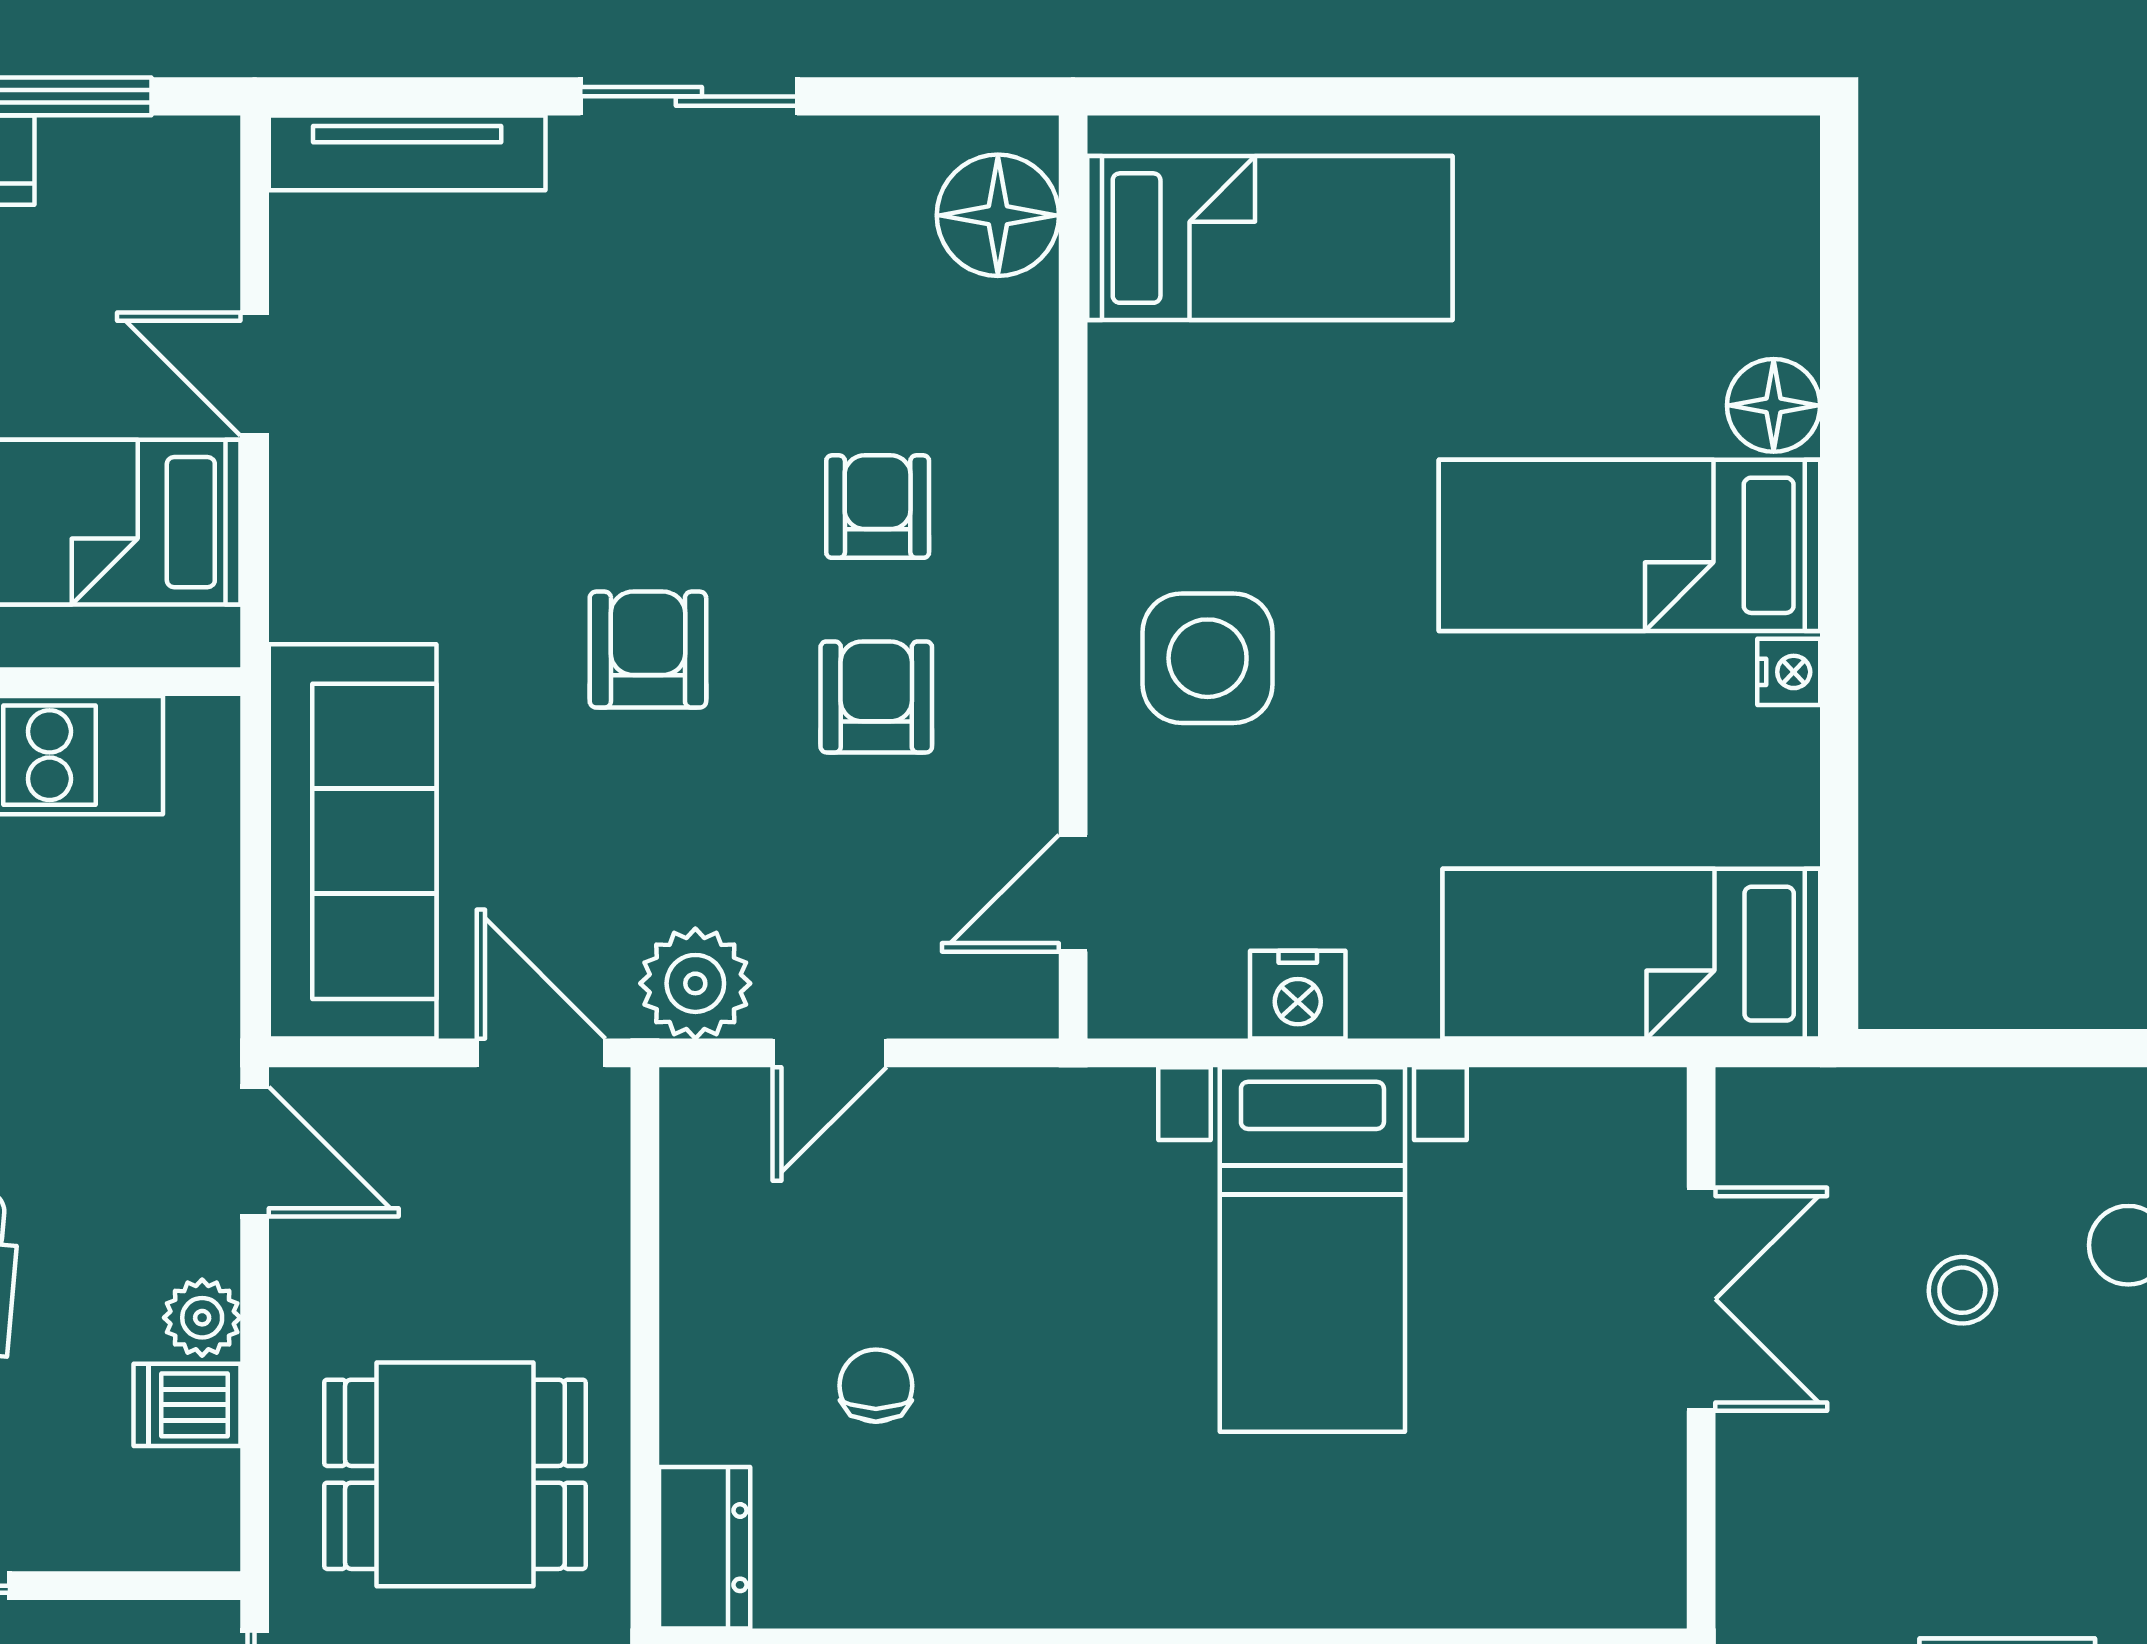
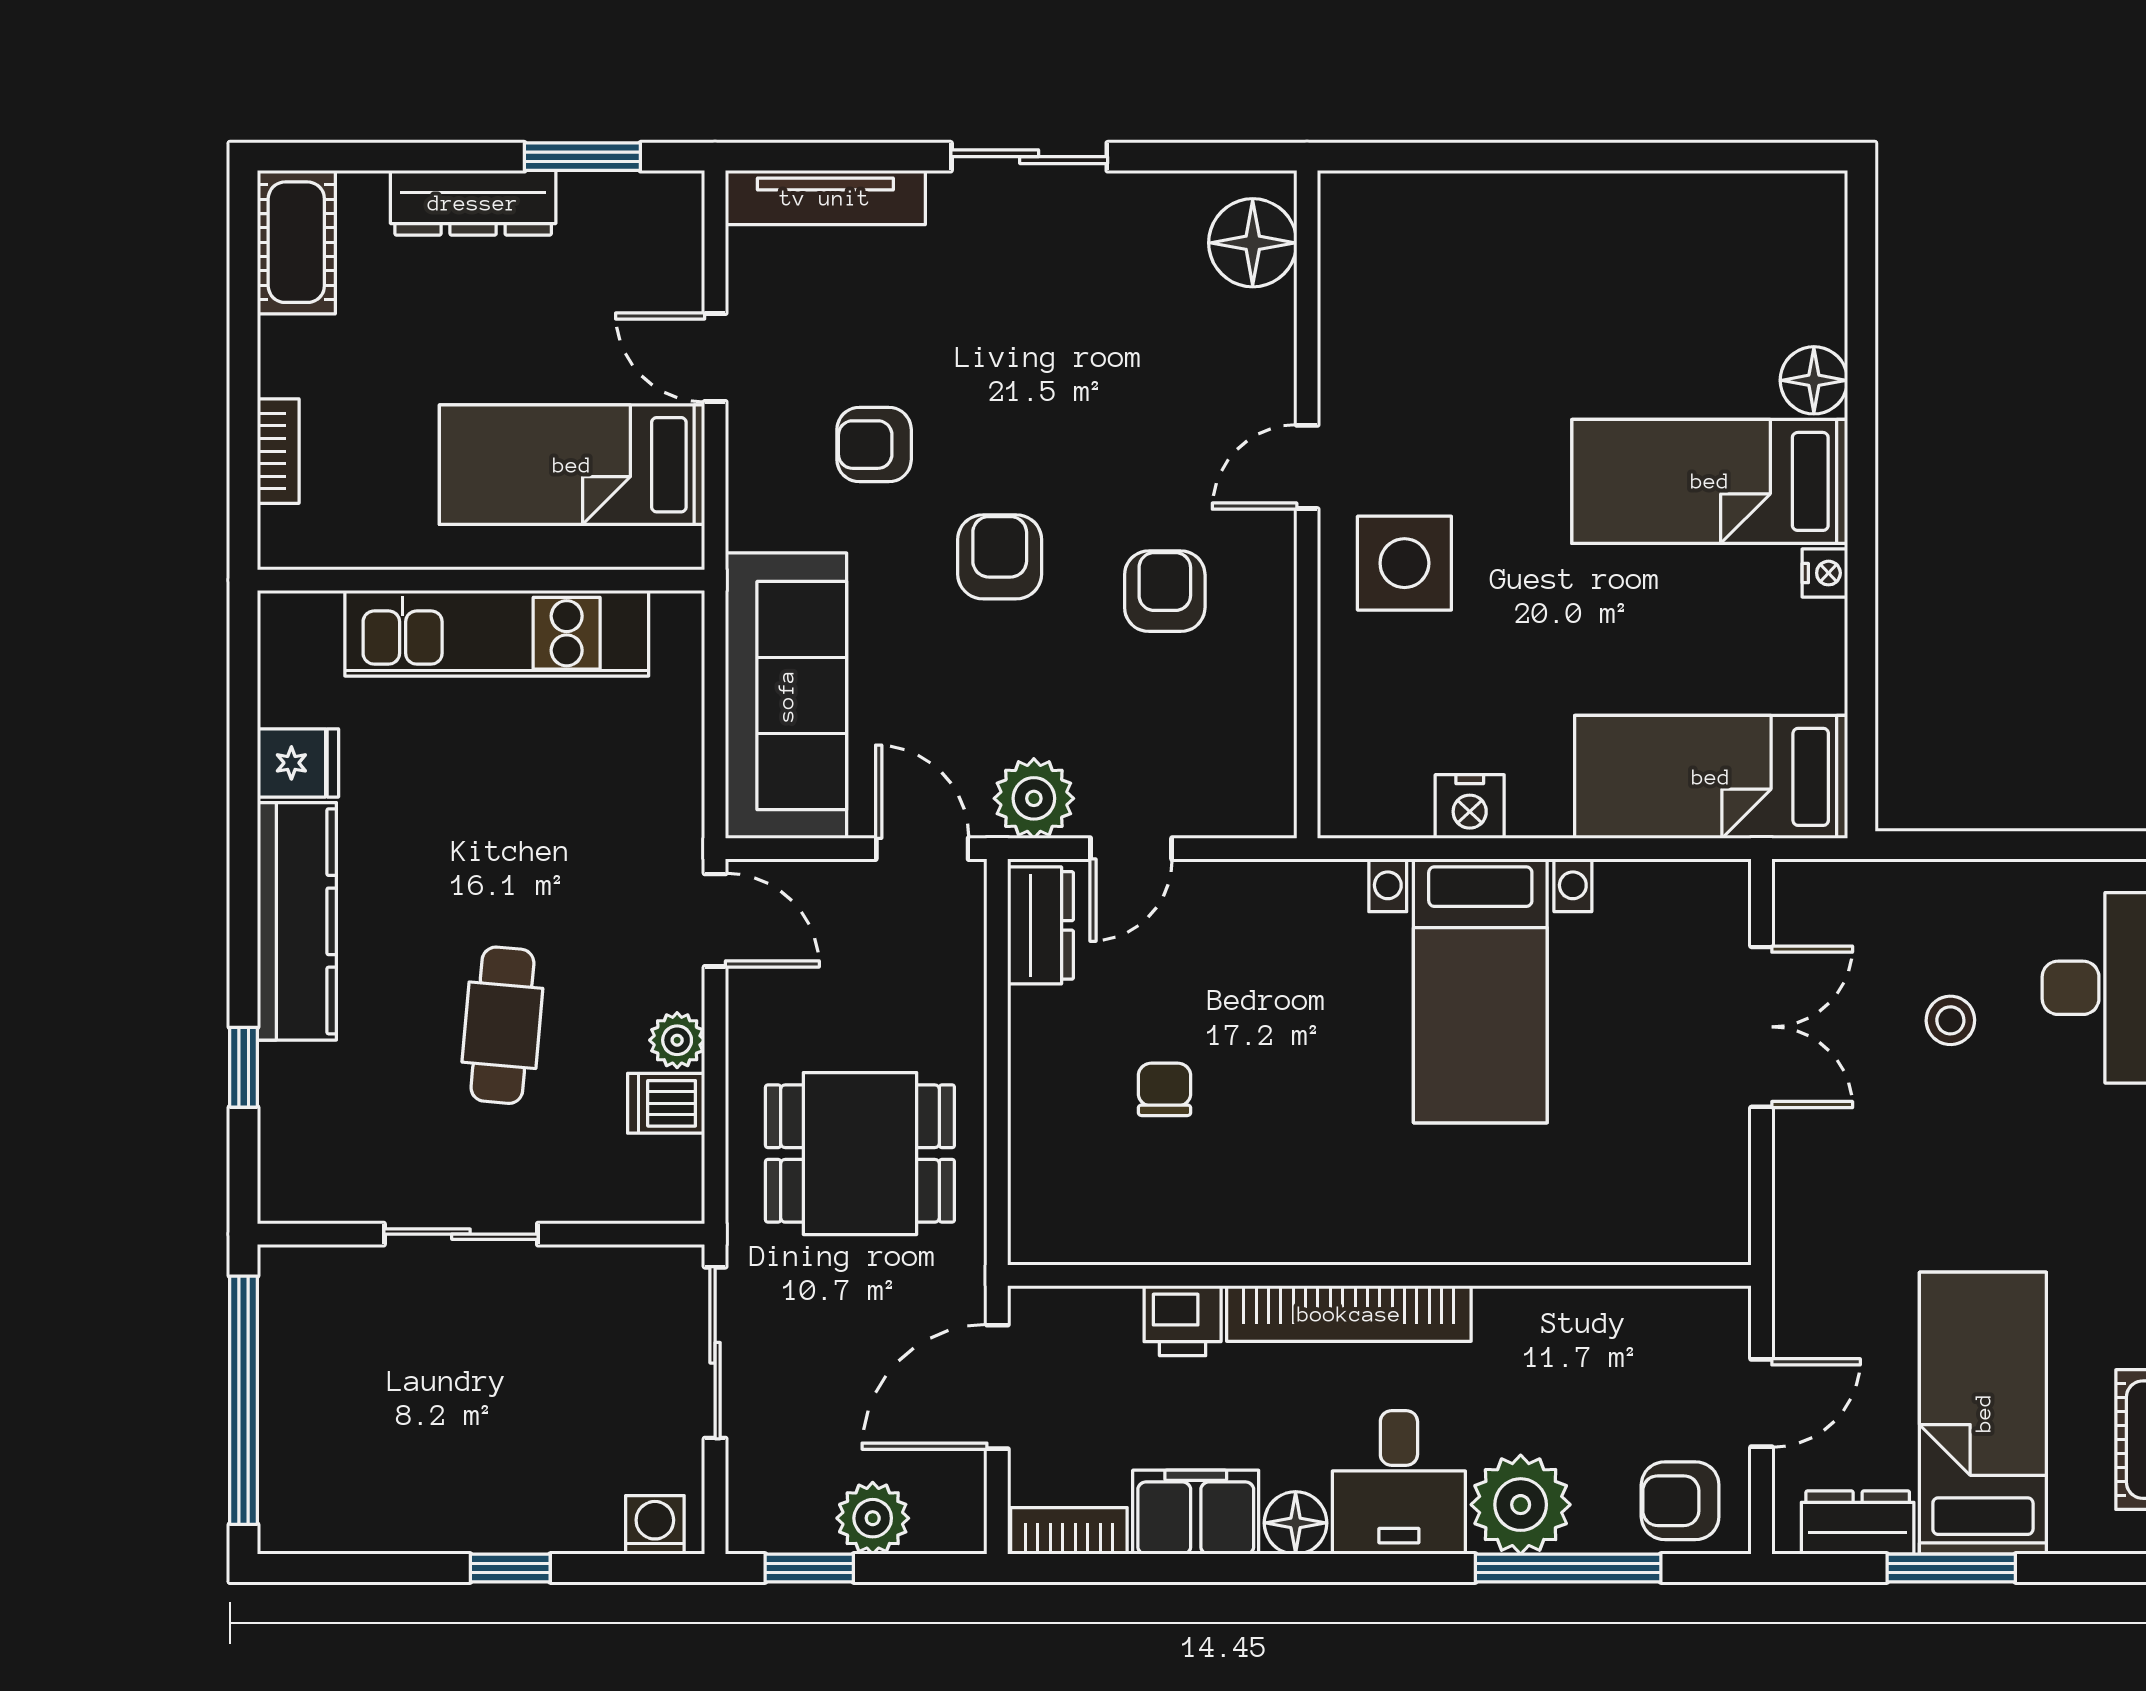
bed: (1270, 238) -> (1450, 259), removed
armchair: (878, 507) -> (874, 445), moved, turned -90
door: (1073, 893) -> (1307, 467), moved
dresser: (705, 1548) -> (1041, 925), moved

